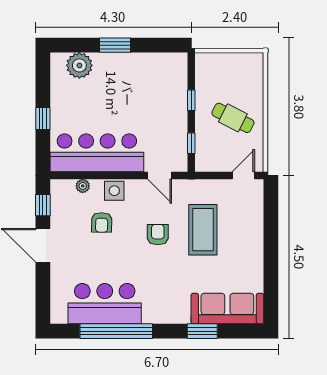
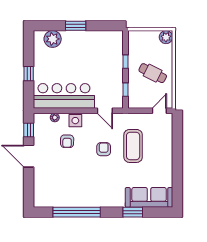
plant: (253, 63) -> (166, 37), added
bar counter: (105, 304) -> (69, 194), removed

